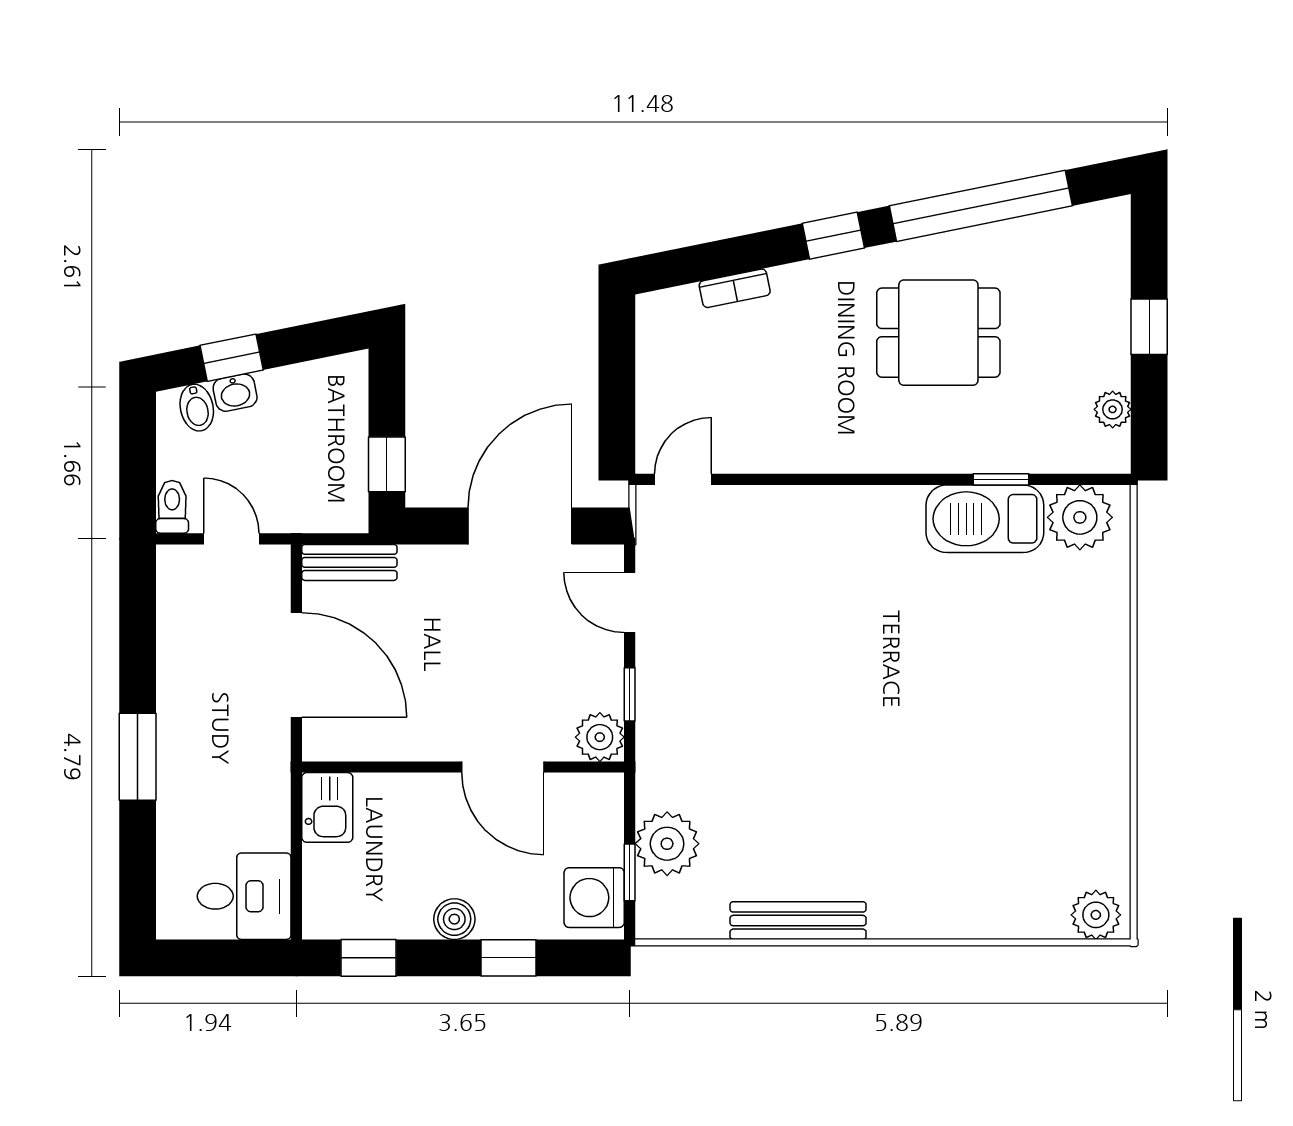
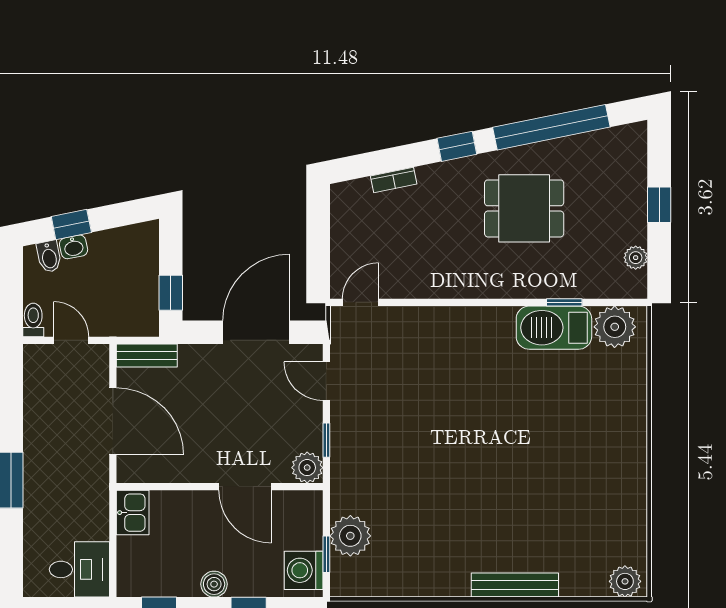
bench: (798, 921) -> (515, 585), moved

